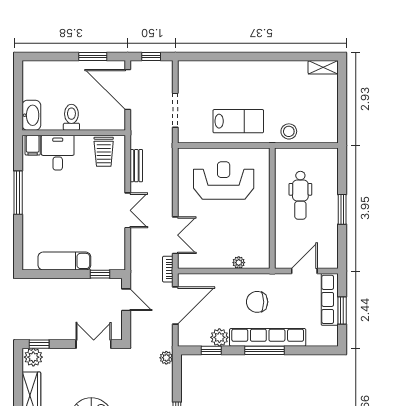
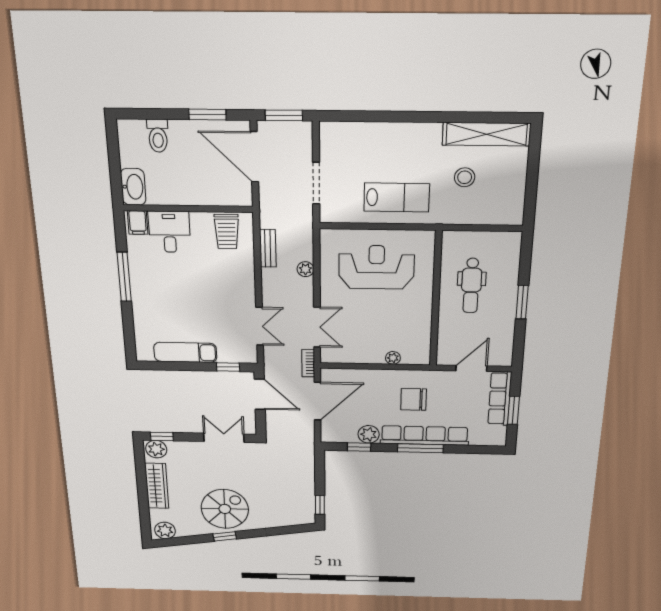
window: (151, 57) -> (284, 115), width x1.50
shelving: (323, 67) -> (486, 134), width x2.20, depth x1.33
toilet: (71, 117) -> (158, 136), moved, turned 180
stool: (289, 131) -> (465, 177), moved
double door: (128, 210) -> (260, 326), moved
door: (126, 300) -> (260, 394), width x1.38
plant: (166, 358) -> (305, 269), moved

